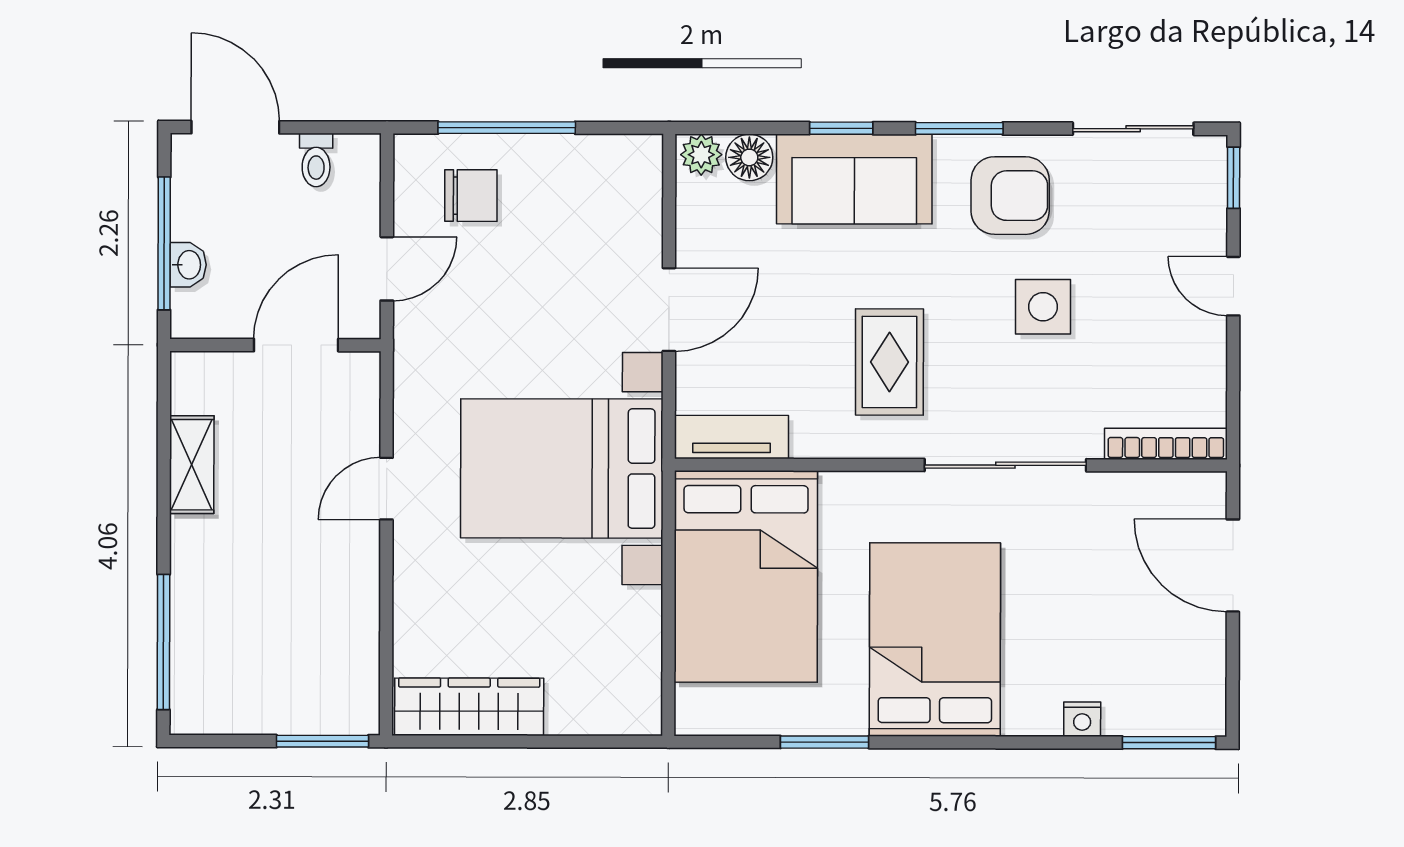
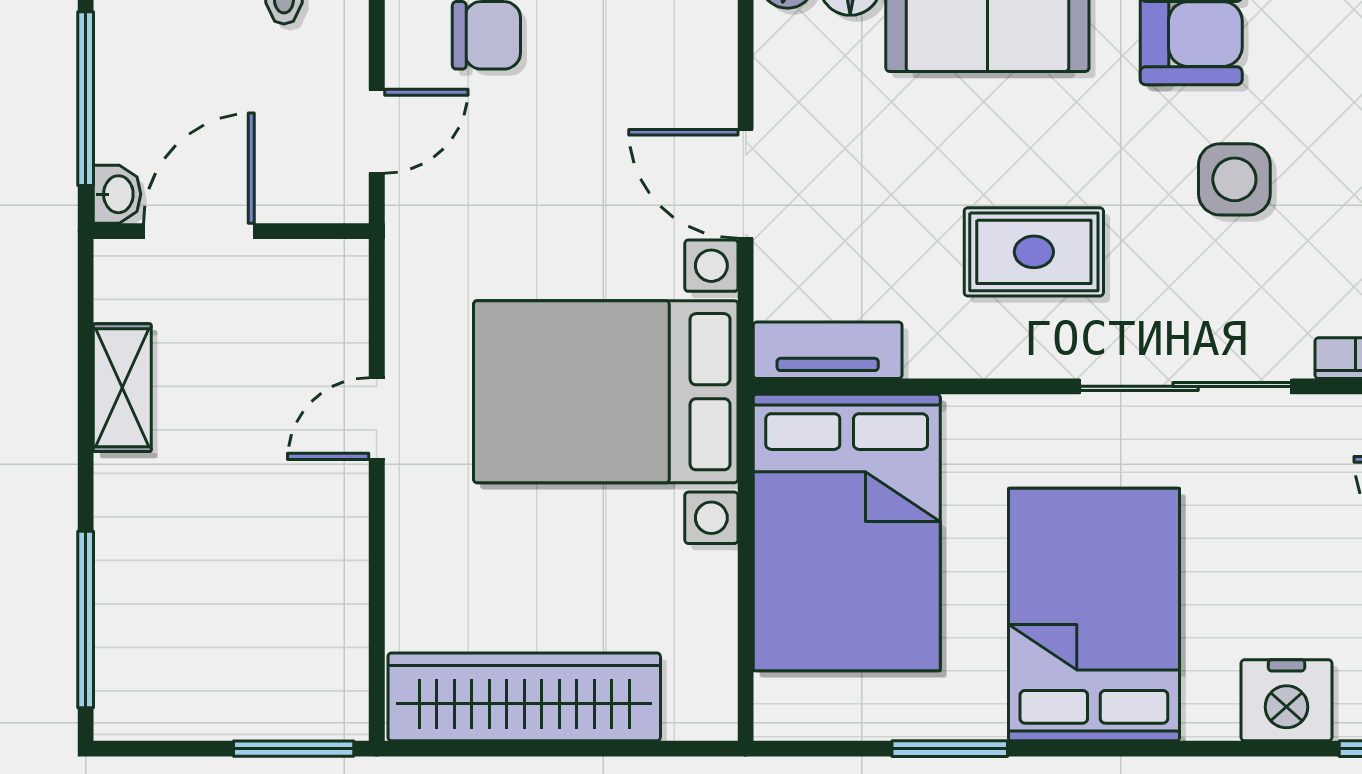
washbasin: (188, 265) -> (117, 194), moved
door: (669, 310) -> (746, 184), swing flipped
door: (296, 345) -> (199, 231), moved
rug: (889, 362) -> (1034, 252), turned 90
wardrobe: (469, 707) -> (524, 697), width x1.40, depth x1.17
nightstand: (1082, 719) -> (1286, 700), width x1.89, depth x1.79

